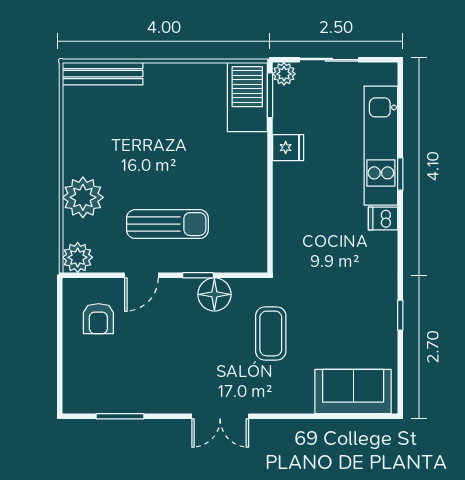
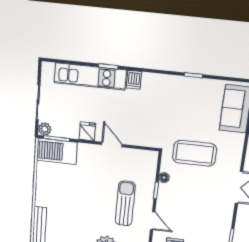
door: (270, 192) -> (112, 145), added
floor lamp: (214, 294) -> (164, 178), width x0.53, depth x0.53
coffee table: (271, 333) -> (195, 153), width x1.36, depth x1.32

